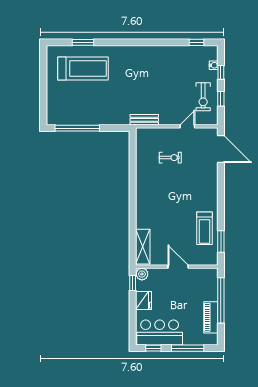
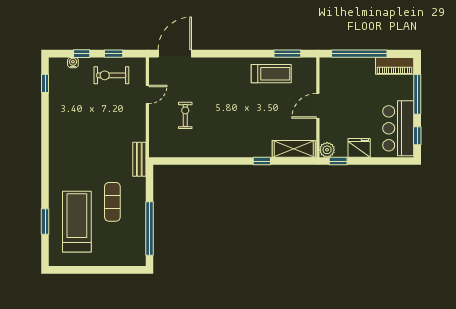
exercise bike: (203, 97) -> (111, 75), turned 180
exercise mat: (99, 98) -> (112, 202), added
bench: (144, 120) -> (139, 159), moved
door: (187, 126) -> (147, 94), swing flipped
window: (133, 220) -> (262, 161), added
piano: (211, 317) -> (395, 66), moved

